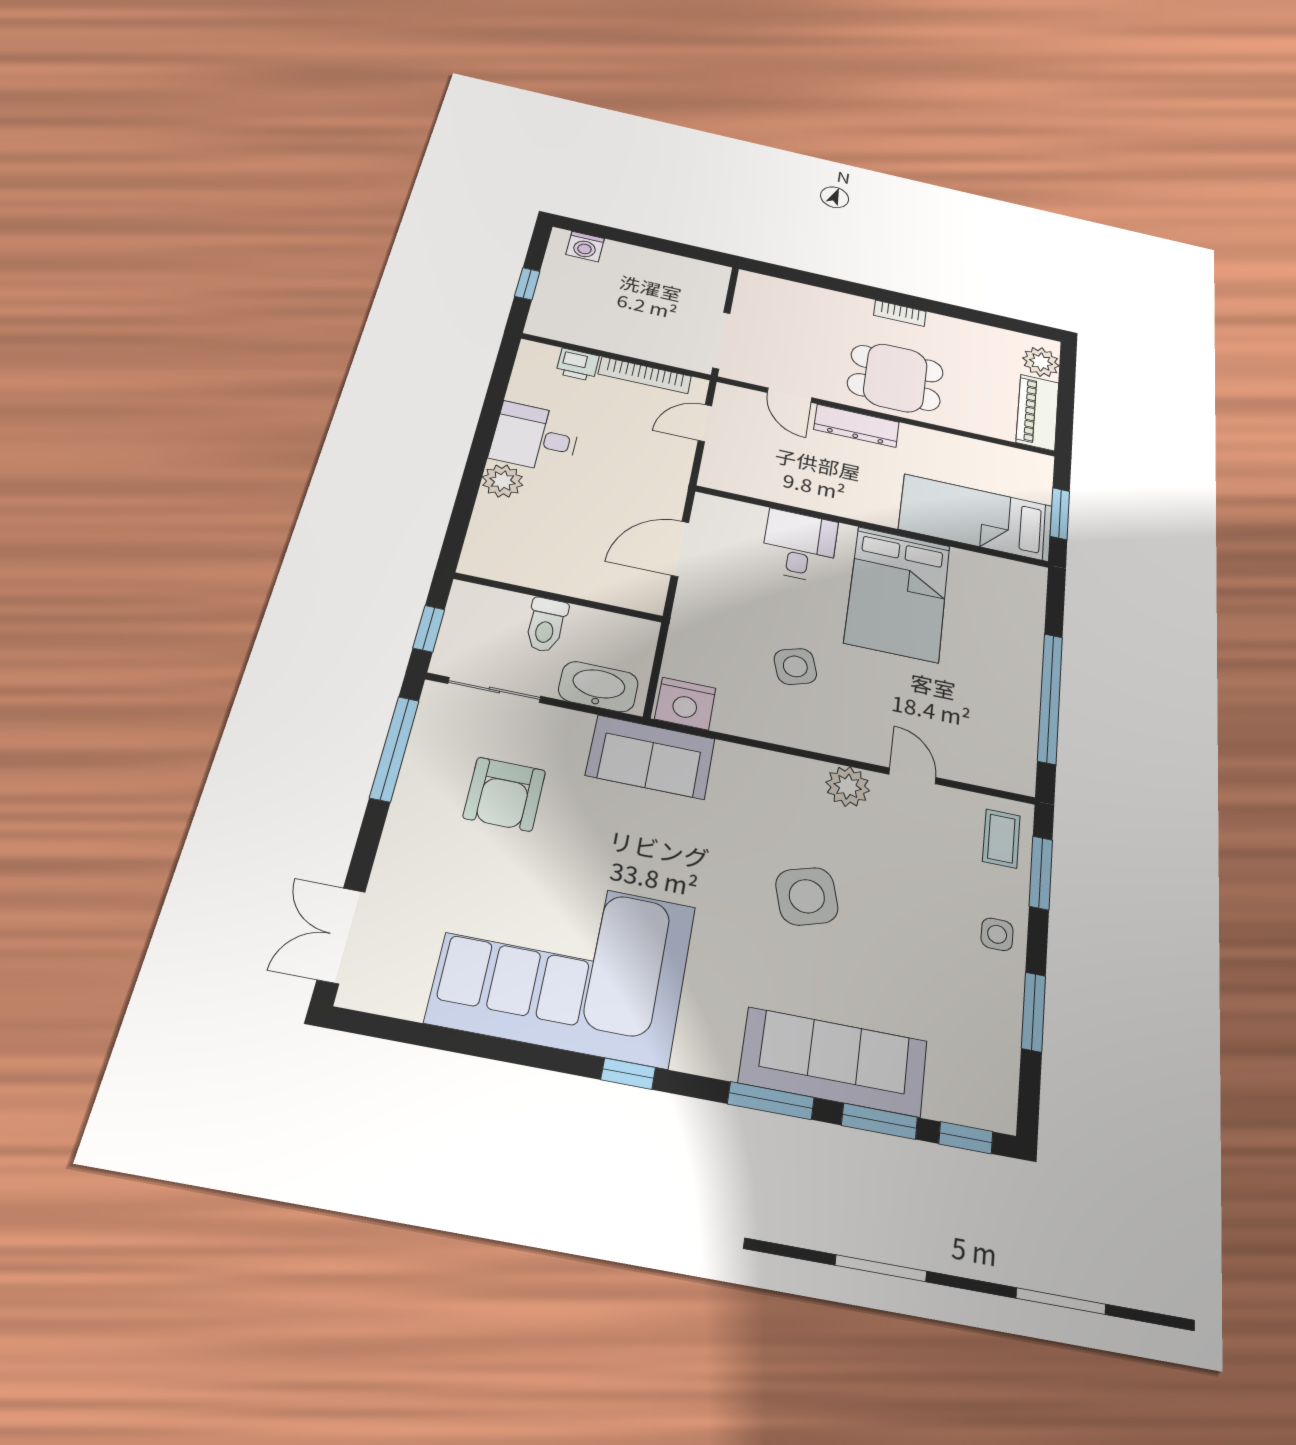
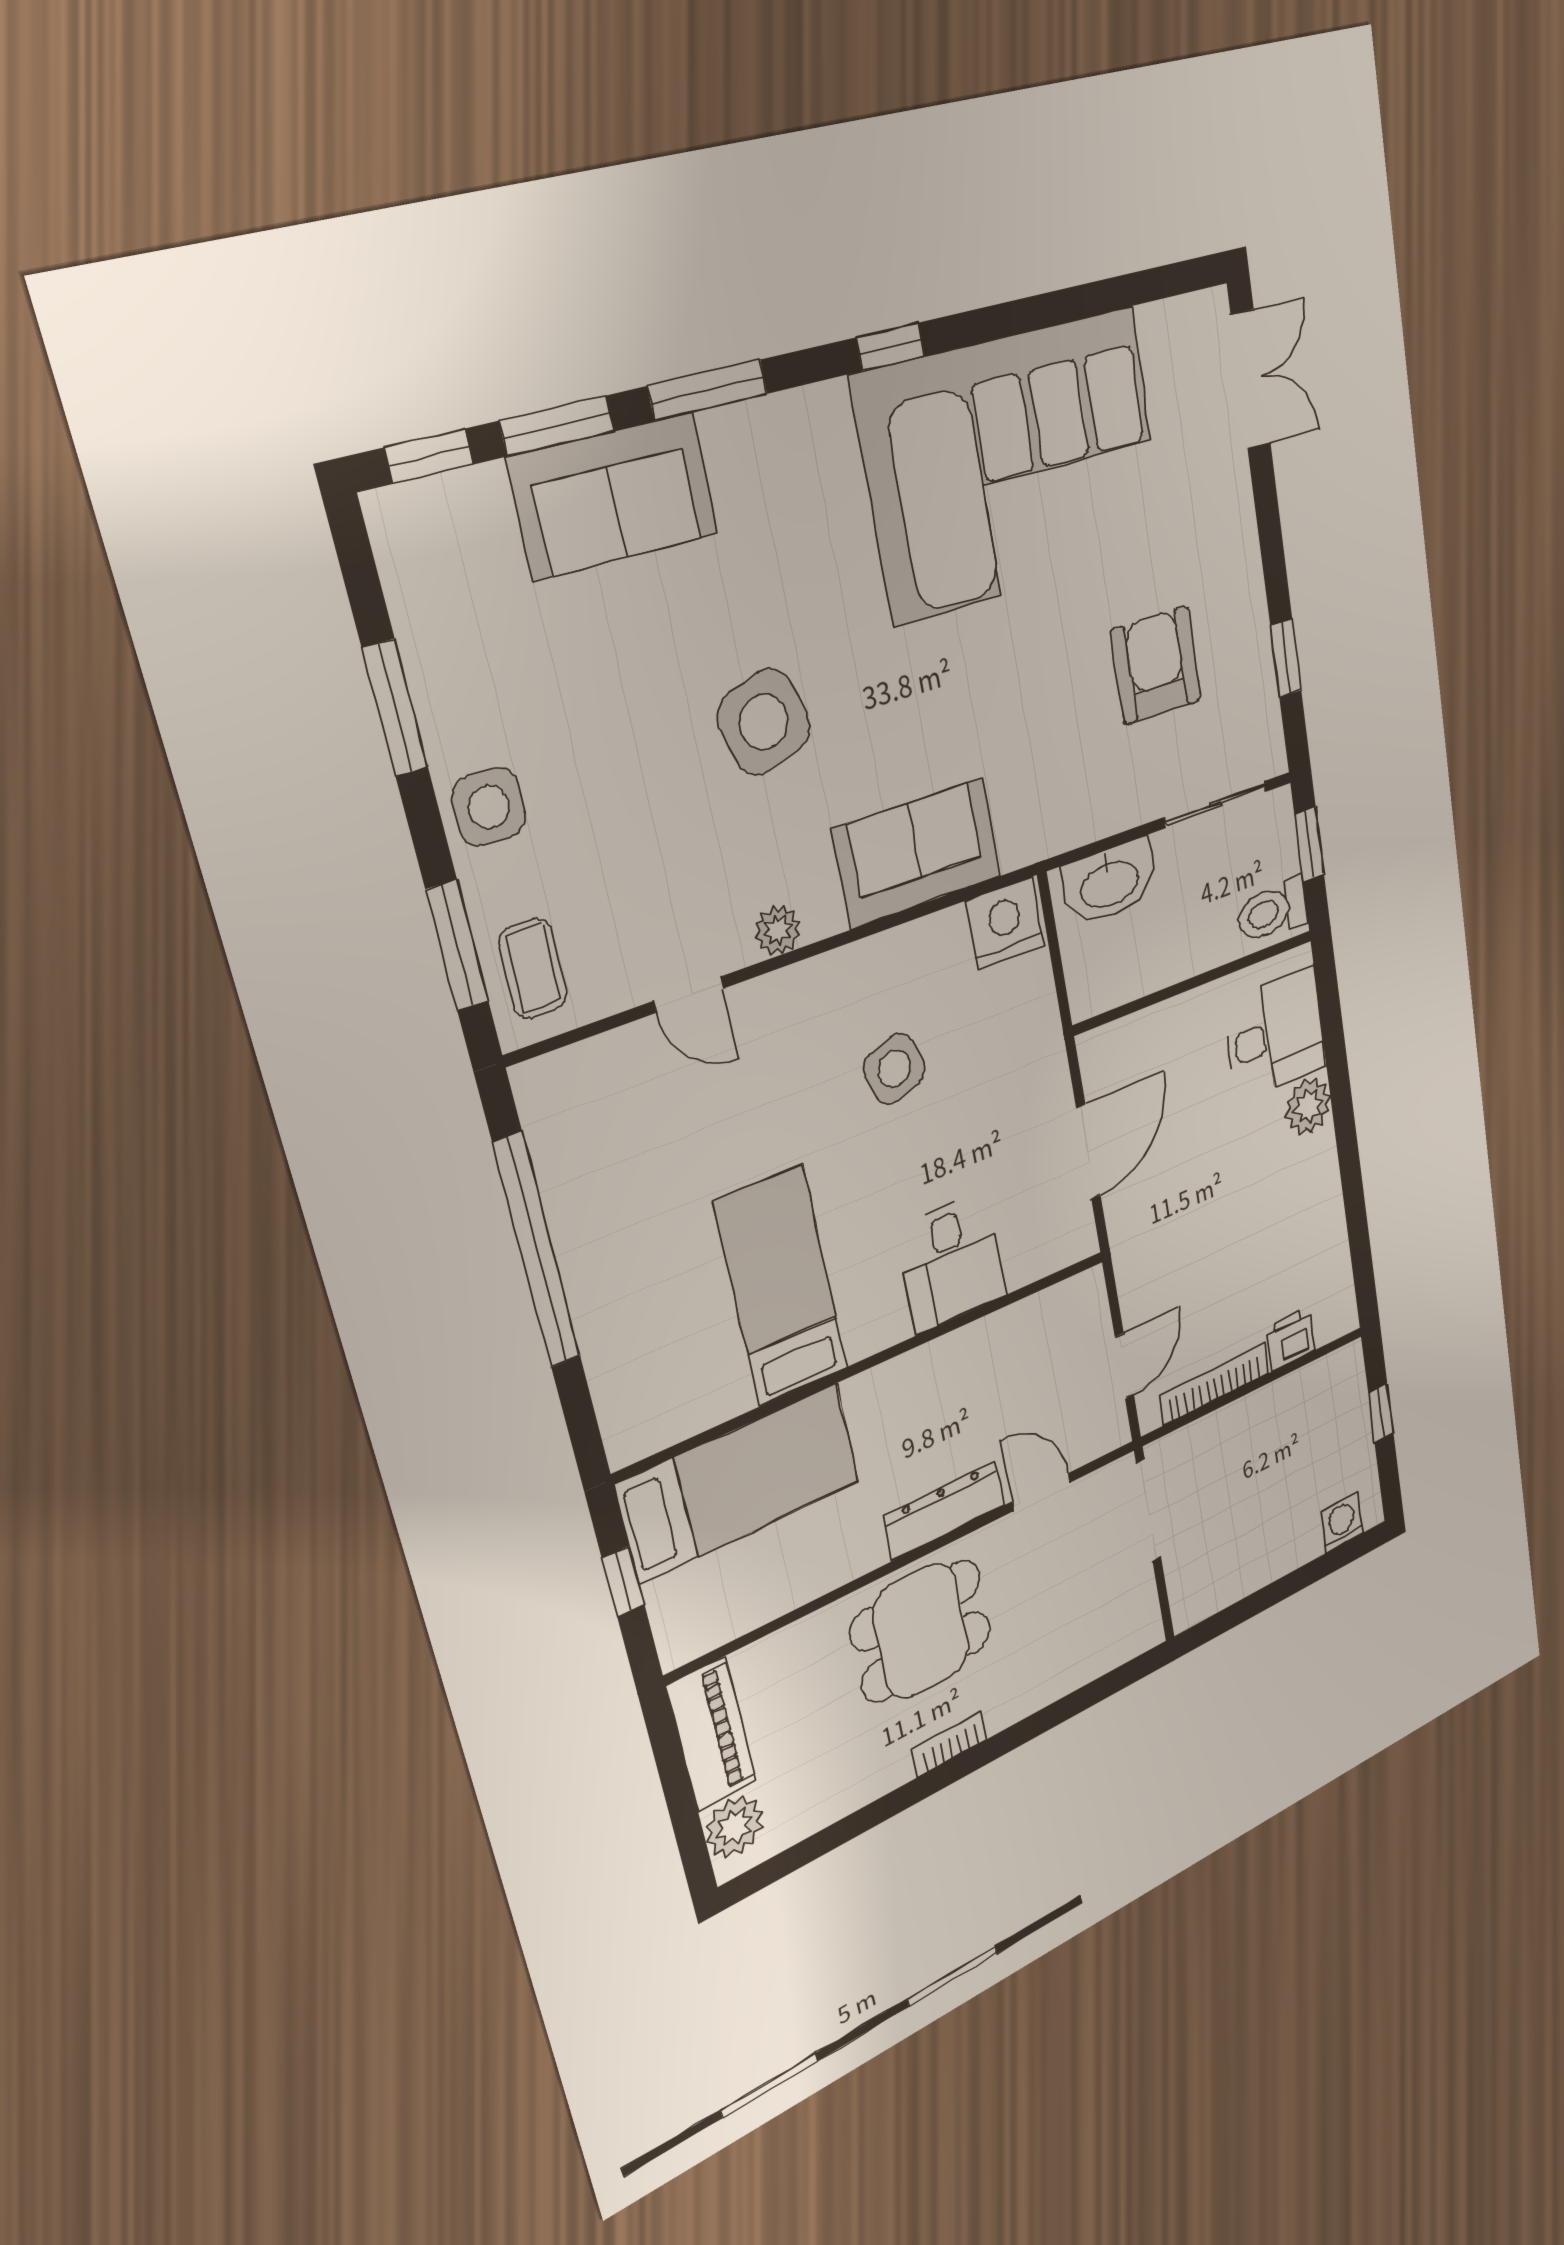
desk: (535, 437) -> (1275, 1034), moved
window: (1060, 514) -> (623, 1582), width x0.67
bed: (898, 594) -> (781, 1286), width x0.67
toilet: (546, 625) -> (1273, 911), moved, turned -90
window: (395, 749) -> (1286, 658), width x0.46
sofa: (651, 757) -> (917, 853), moved
plant: (848, 787) -> (778, 930), width x0.73, depth x0.73
side table: (997, 934) -> (489, 807), width x1.37, depth x1.37
sofa: (834, 1062) -> (614, 496), width x0.73

